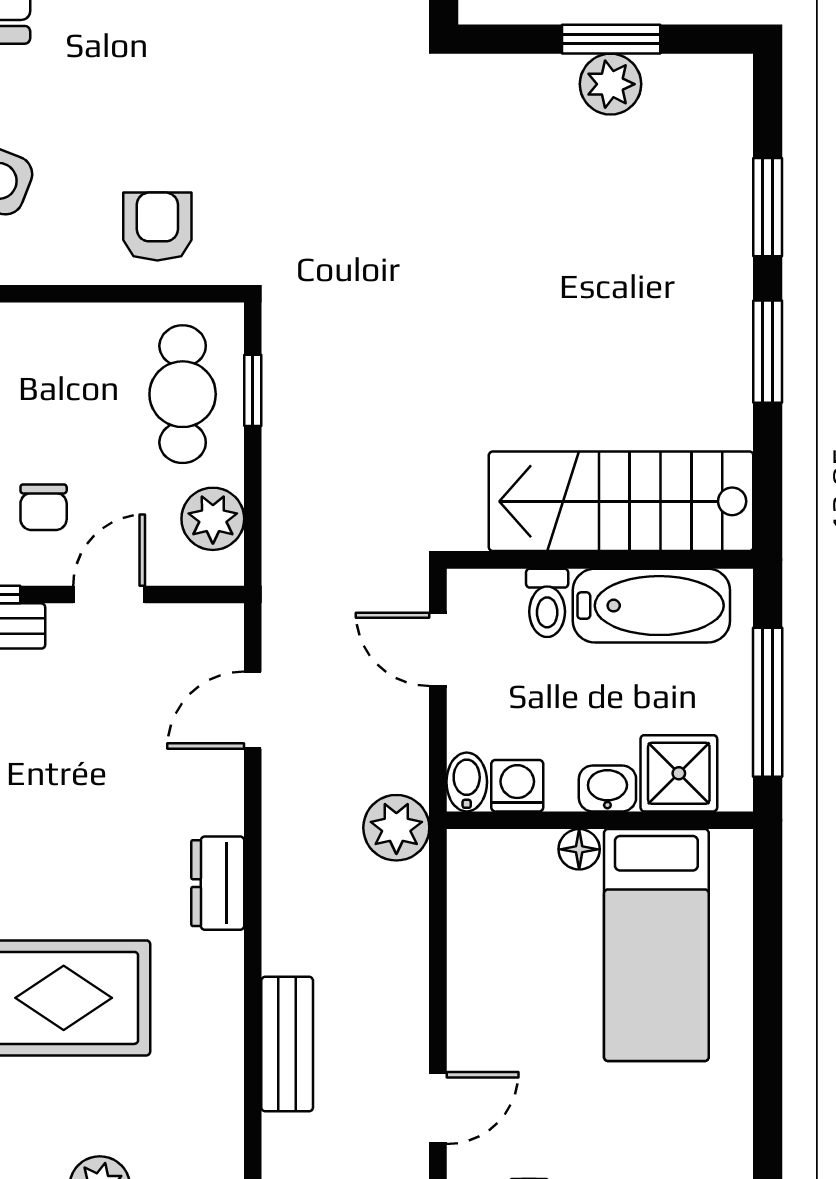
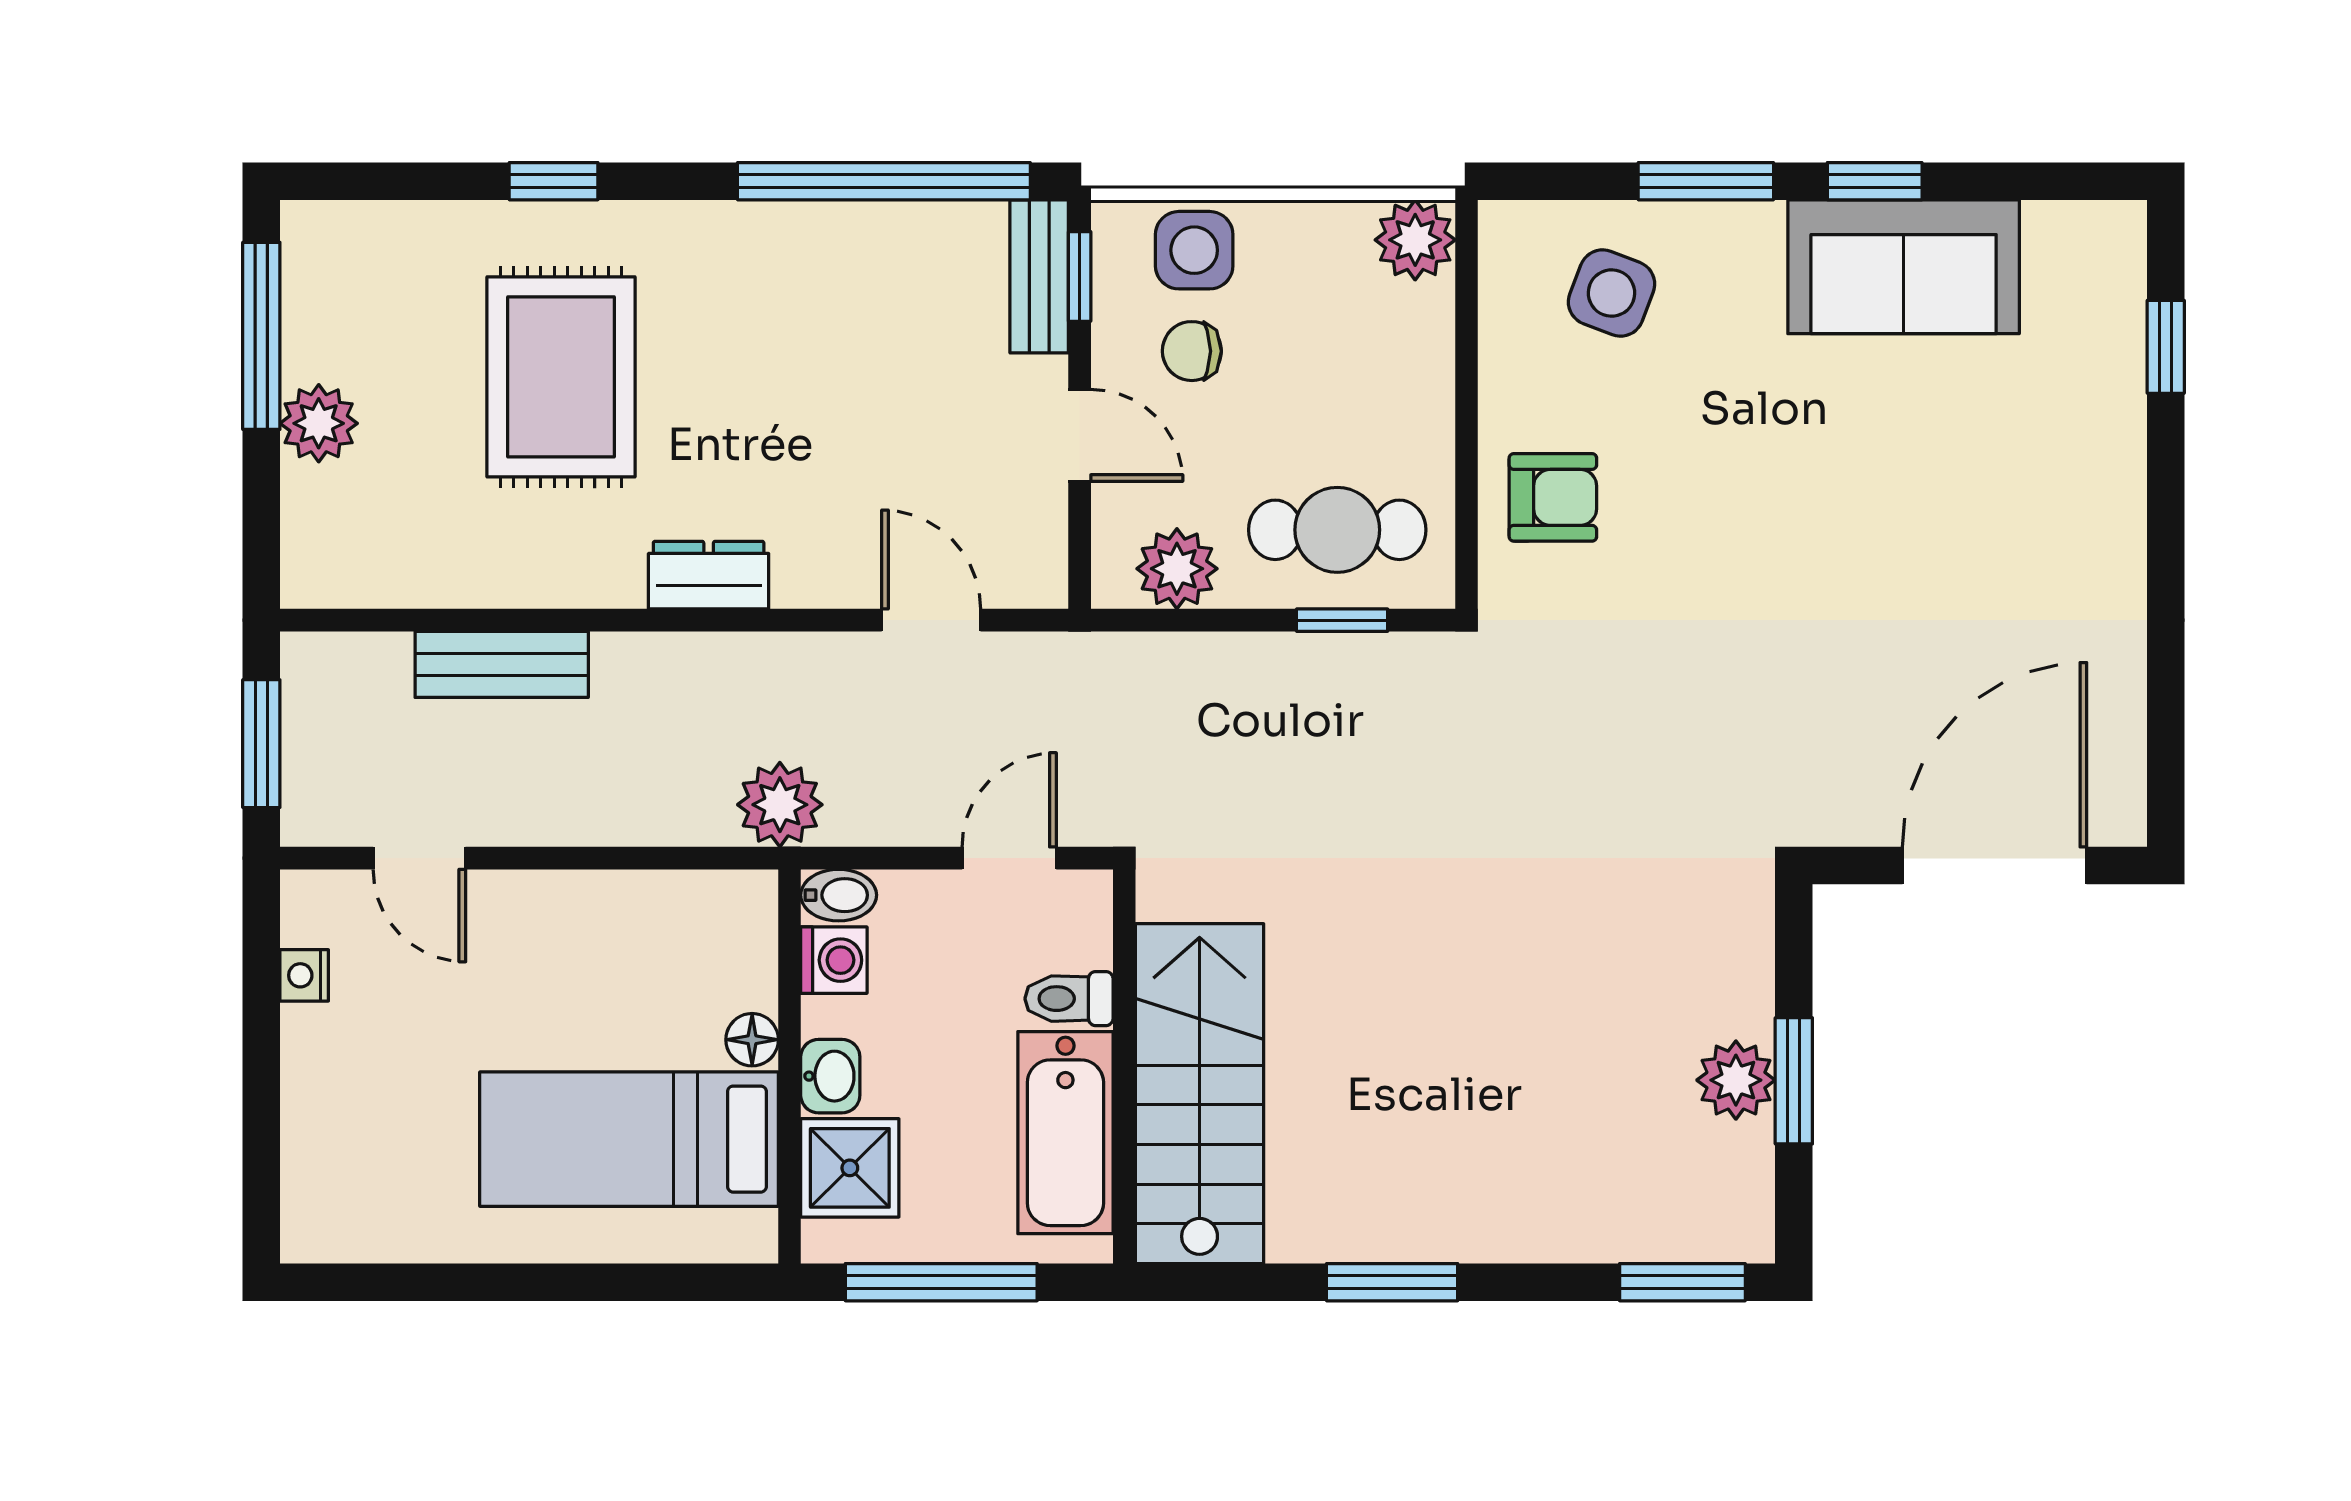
window: (768, 207) -> (1682, 1282), moved

